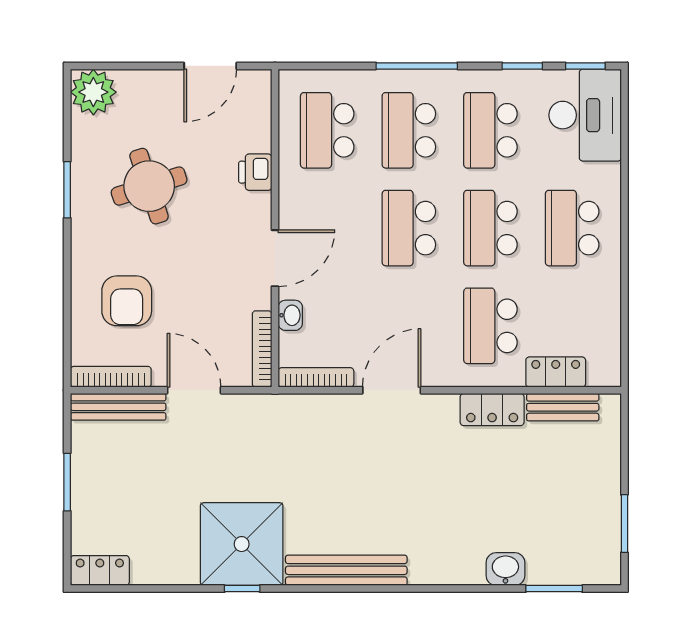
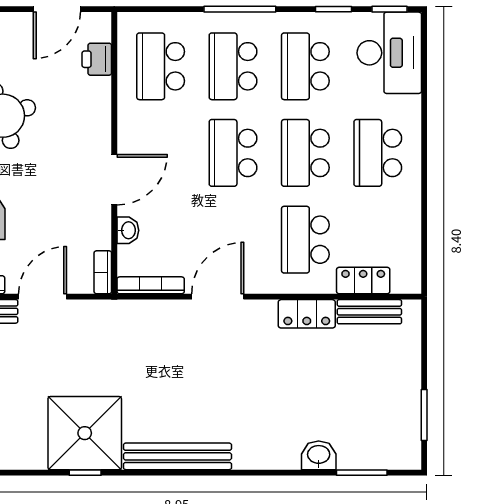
printer: (255, 172) -> (97, 59), moved
bookcase: (262, 349) -> (103, 272), width x0.64
door: (194, 390) -> (42, 297), hinge flipped

